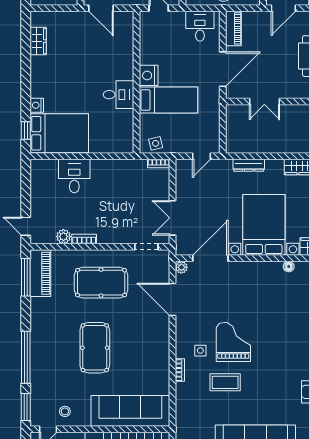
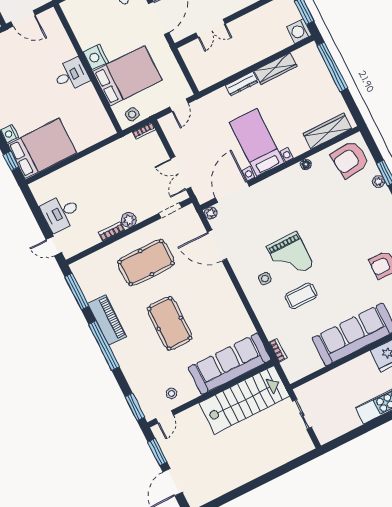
desk: (118, 95) -> (71, 75), moved
bed: (169, 100) -> (127, 76), width x1.50
dresser: (249, 165) -> (242, 84), moved
desk: (74, 176) -> (61, 213), moved, turned -90
bed with nightstands: (264, 225) -> (257, 143), width x0.73
plant: (63, 237) -> (129, 220), moved
piano: (40, 273) -> (107, 320), moved
grand piano: (233, 342) -> (290, 256), turned 180
window: (26, 357) -> (104, 346), moved
bookcase: (180, 370) -> (278, 350), moved

